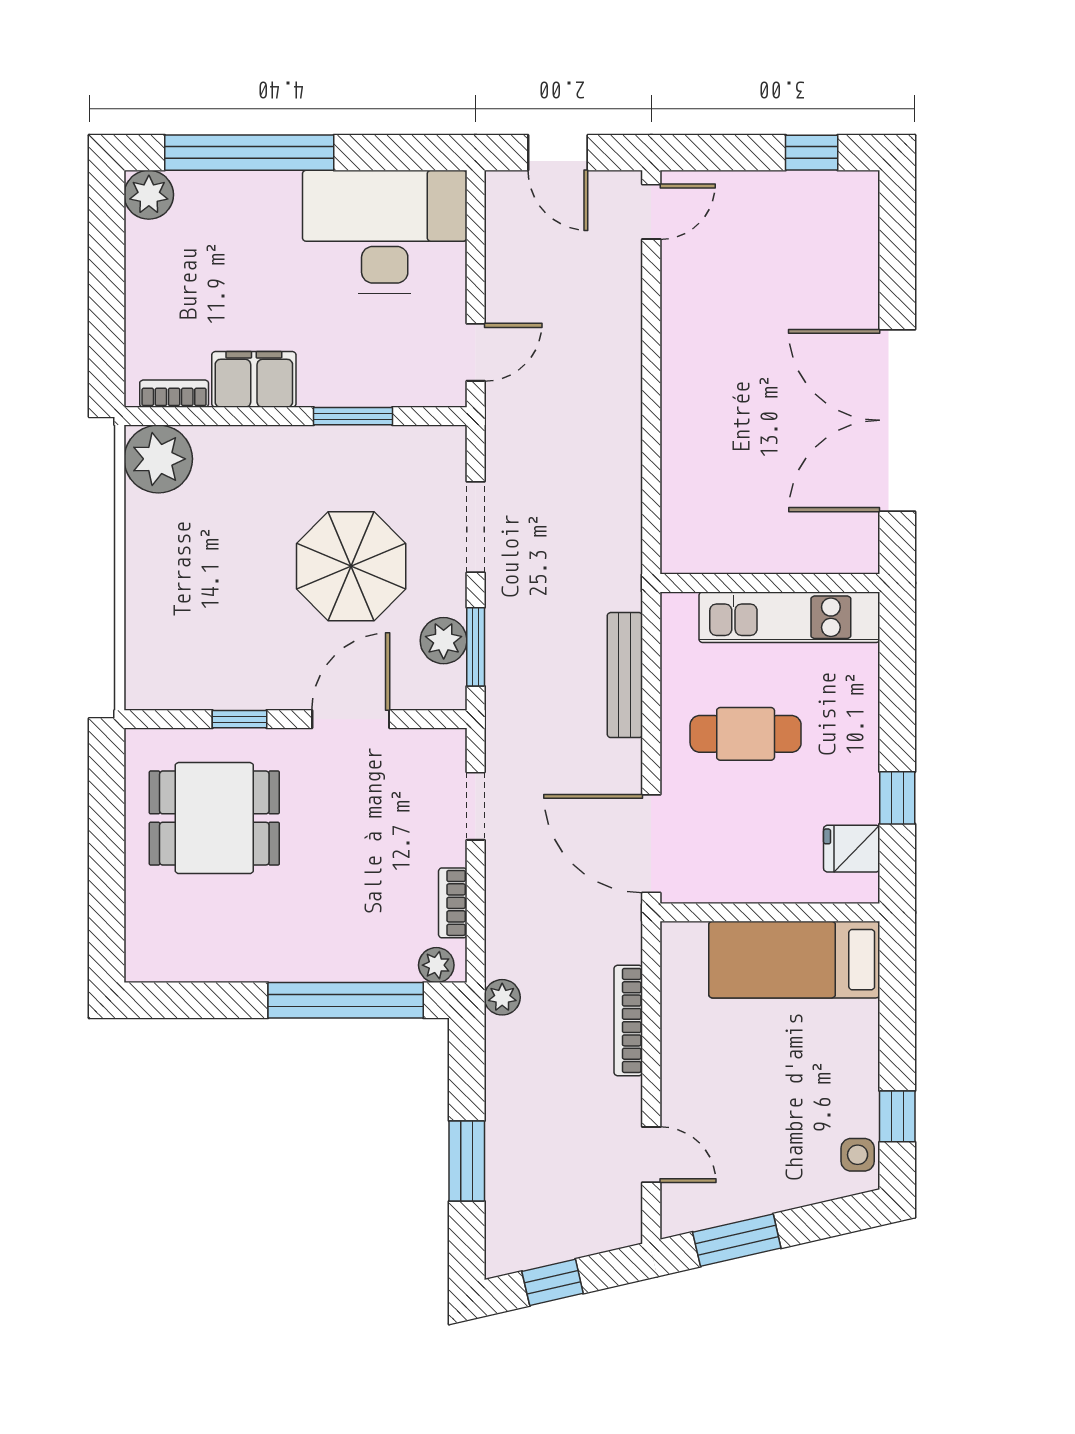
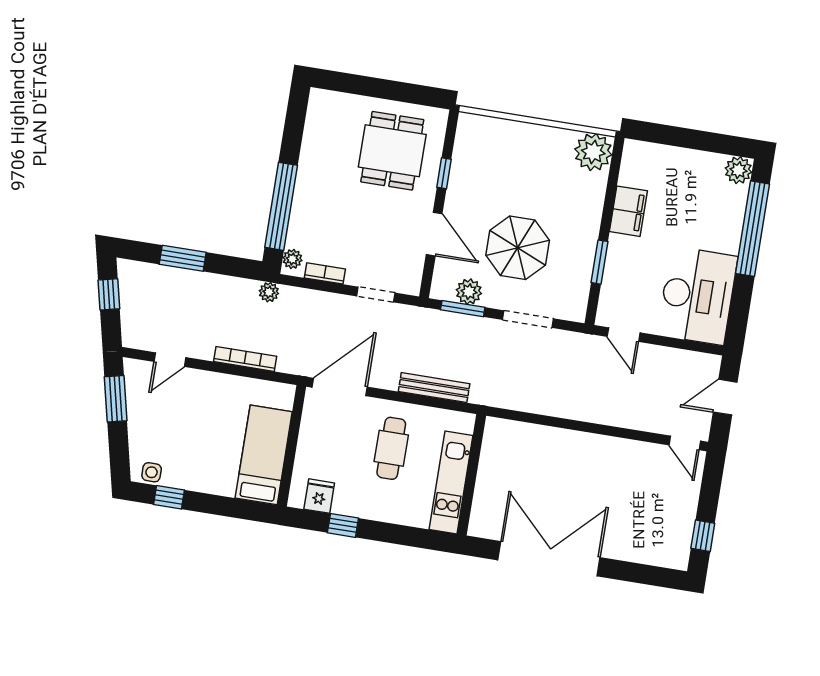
bookcase: (174, 394) -> (628, 166), removed

